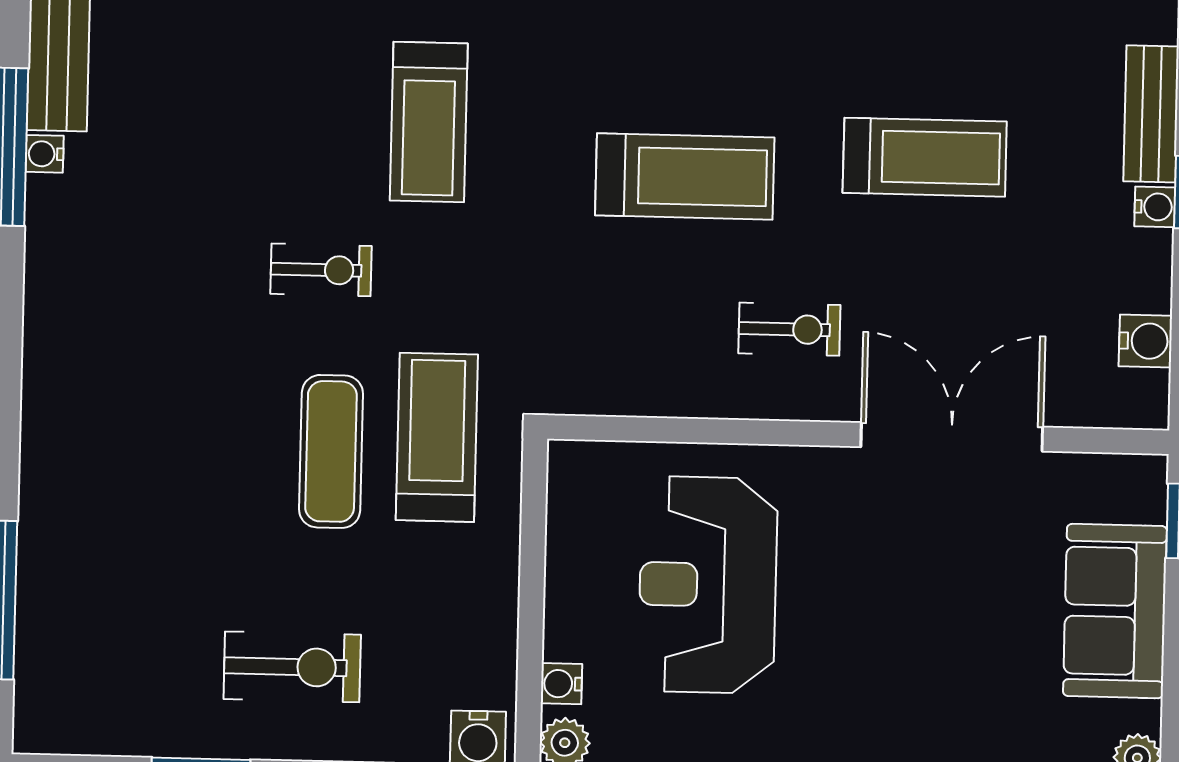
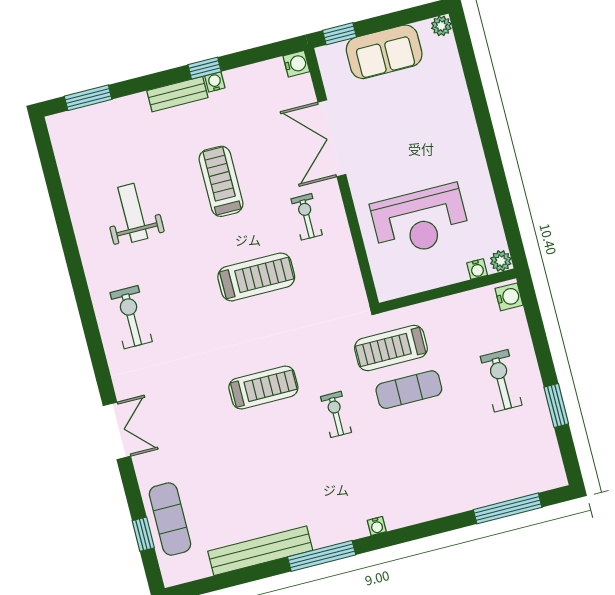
water cooler: (45, 154) -> (377, 526), moved
treadmill: (685, 176) -> (256, 277), turned 90
water cooler: (1145, 341) -> (296, 64), moved, turned 90

